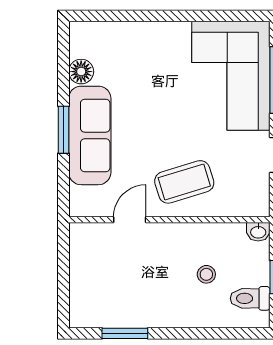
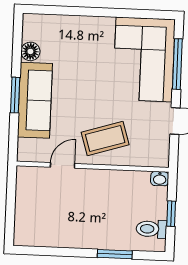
stool: (206, 274) -> (119, 209), removed
window: (125, 333) -> (115, 254), moved

